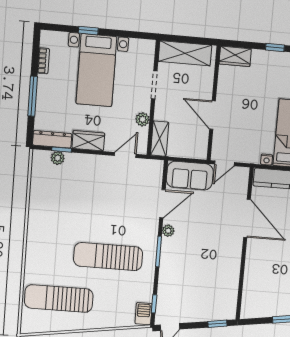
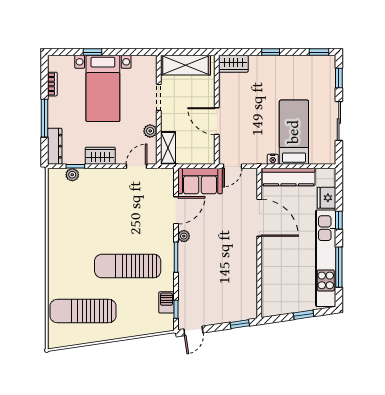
dresser: (52, 139) -> (55, 146), moved, turned 90
barbecue: (144, 314) -> (166, 302), moved

